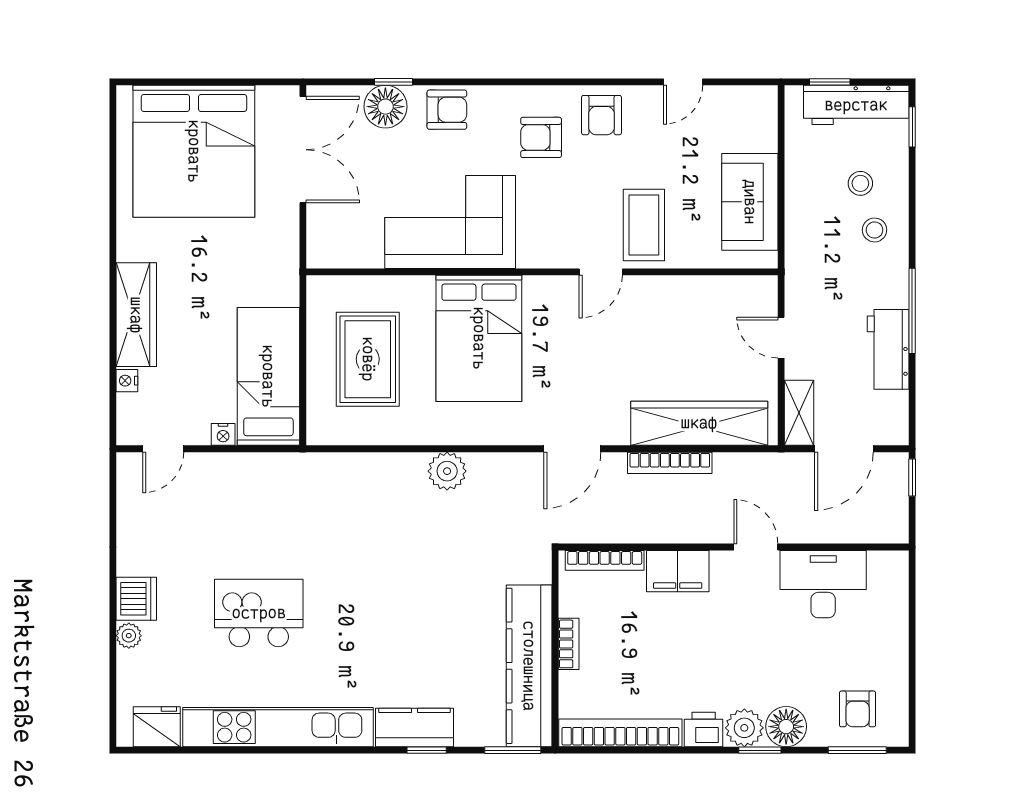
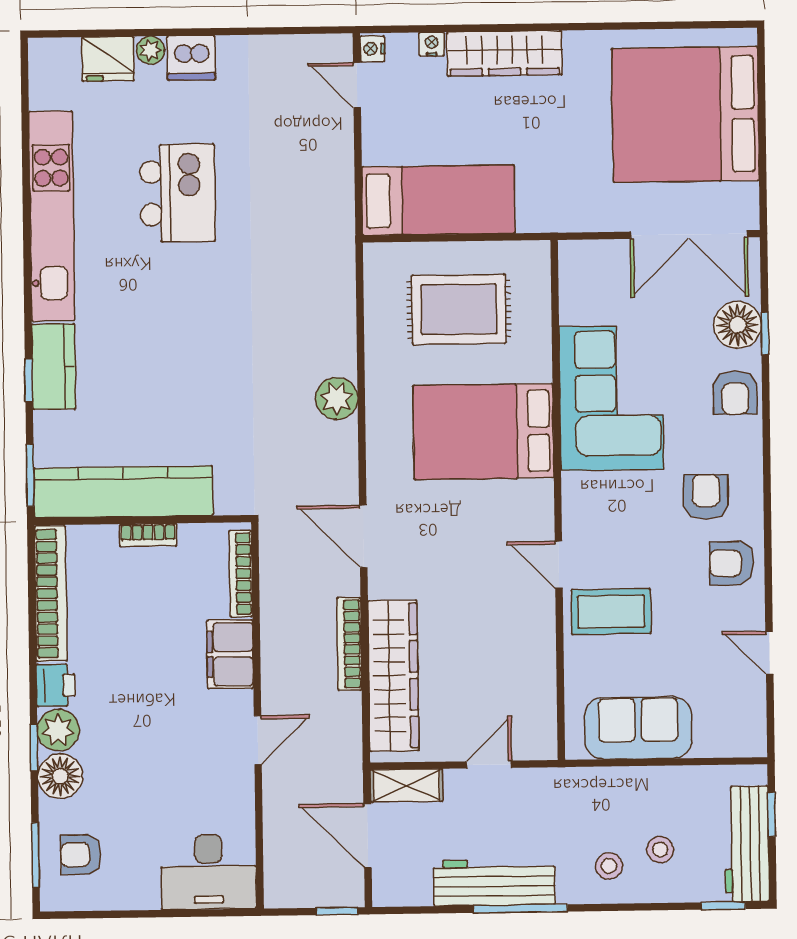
workbench: (888, 349) -> (494, 883), width x1.38
nightstand: (223, 434) -> (372, 49), moved
desk: (823, 584) -> (209, 872), moved, turned 90
fridge: (157, 727) -> (108, 59), moved, turned 90

